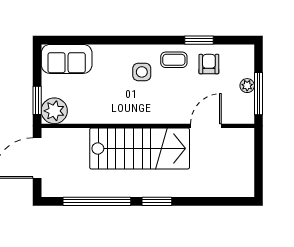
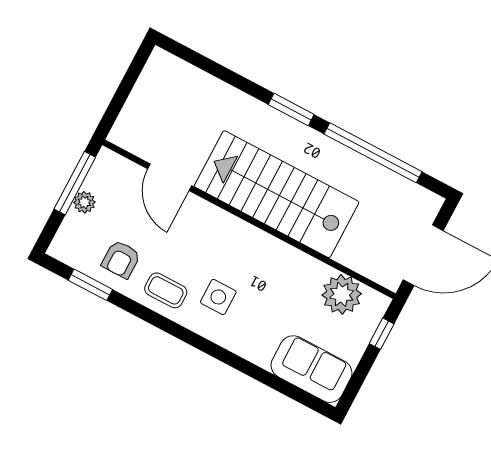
window: (199, 40) -> (90, 285), moved
window: (37, 100) -> (382, 334), width x0.67
plant: (54, 111) -> (342, 294), moved
door: (206, 126) -> (170, 177), hinge flipped

